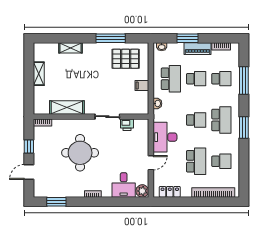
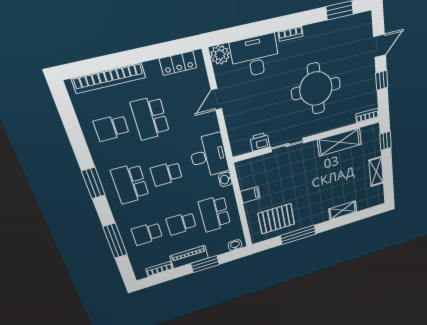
window: (29, 98) -> (386, 141), added
desk: (165, 137) -> (209, 156), moved
desk: (124, 185) -> (255, 56), width x1.37

